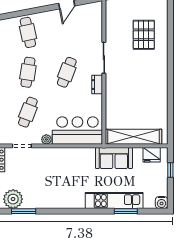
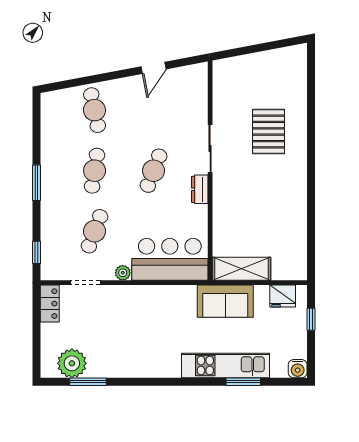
pallet: (144, 35) -> (269, 131), moved
shelving: (134, 137) -> (241, 269), width x0.68

